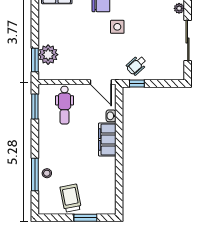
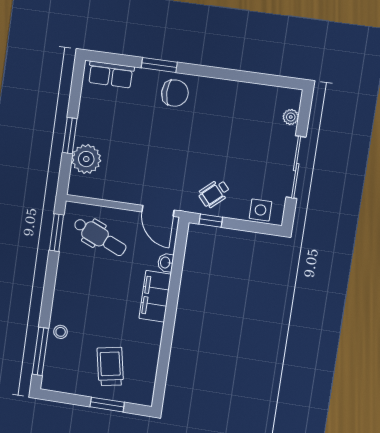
side table: (117, 27) -> (260, 210), moved
window: (35, 60) -> (70, 136), moved
dental chair: (64, 105) -> (100, 237), turned -67
window: (35, 174) -> (40, 351), moved
trolley: (71, 198) -> (110, 366), moved

